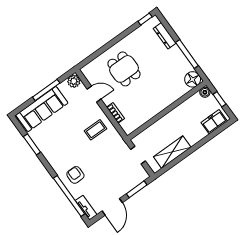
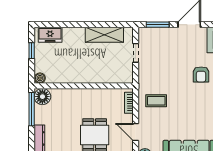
floor lamp: (193, 79) -> (42, 97), moved
boiler: (205, 92) -> (40, 78), moved
wall: (167, 110) -> (84, 86), moved

